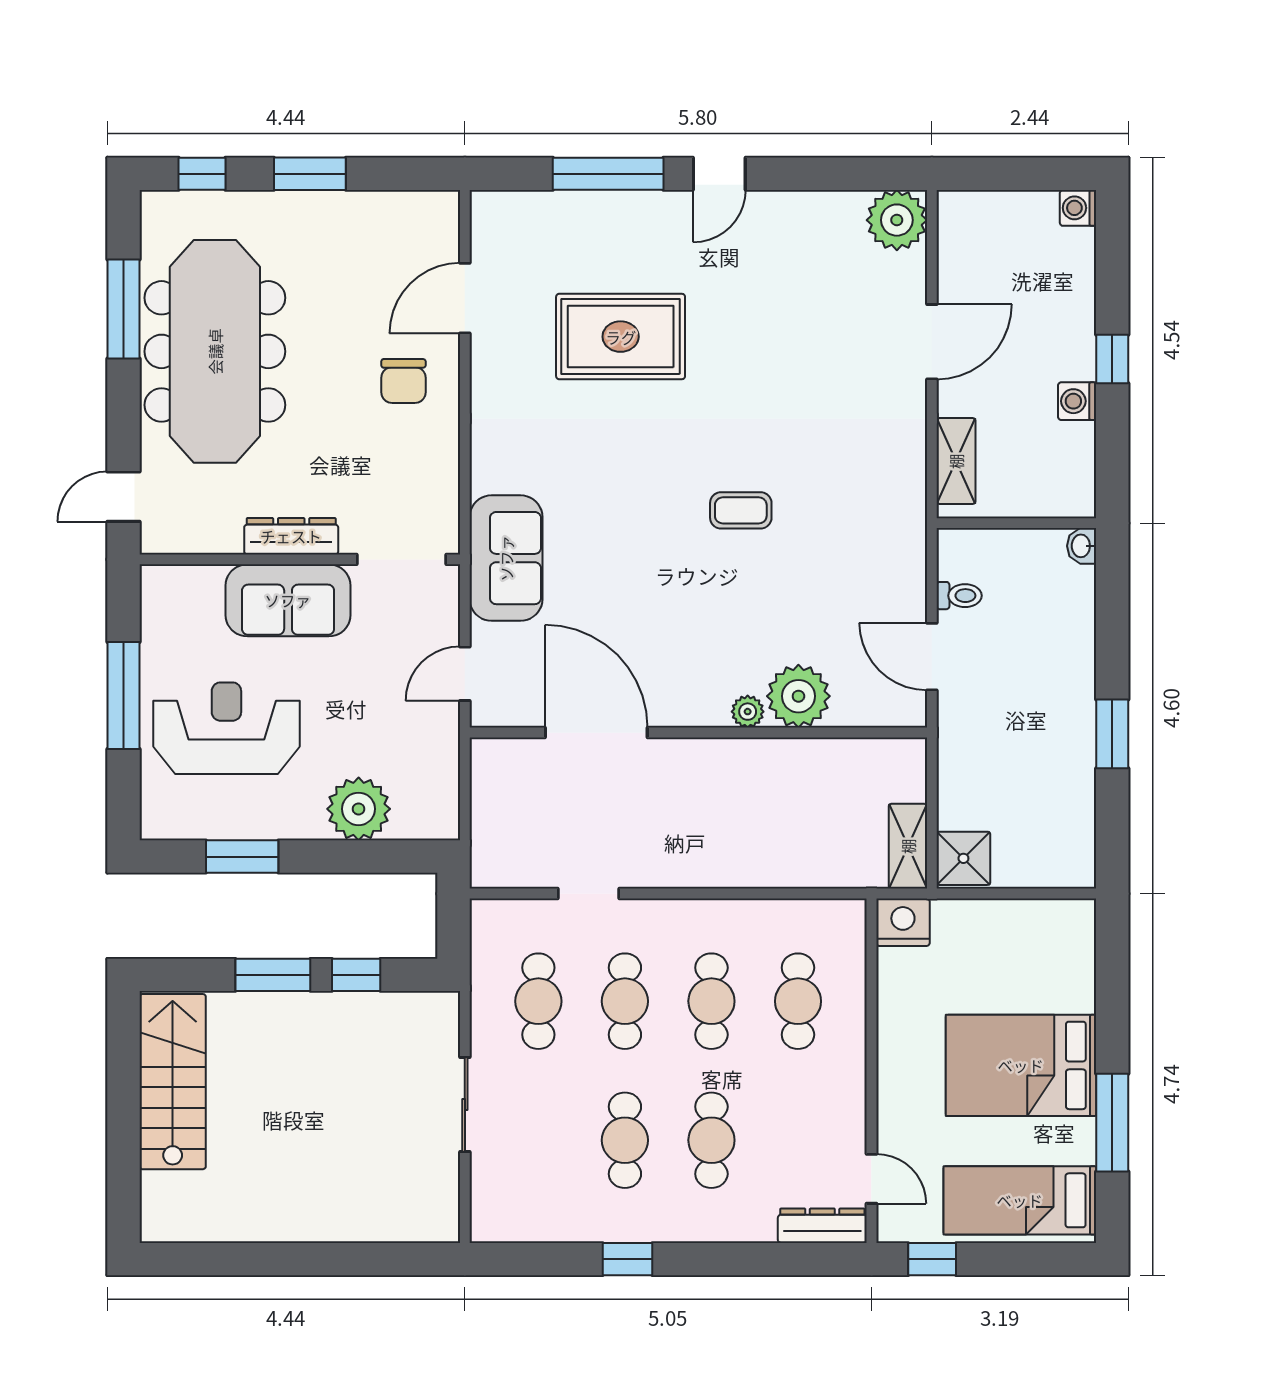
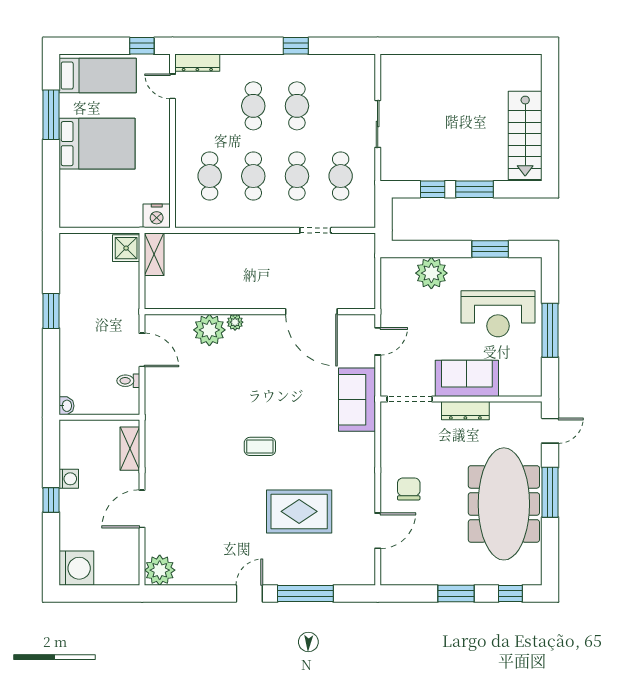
washing machine: (1078, 208) -> (76, 568), width x1.89, depth x1.89
window: (123, 309) -> (550, 492), moved
coffee table: (741, 510) -> (260, 446), moved

